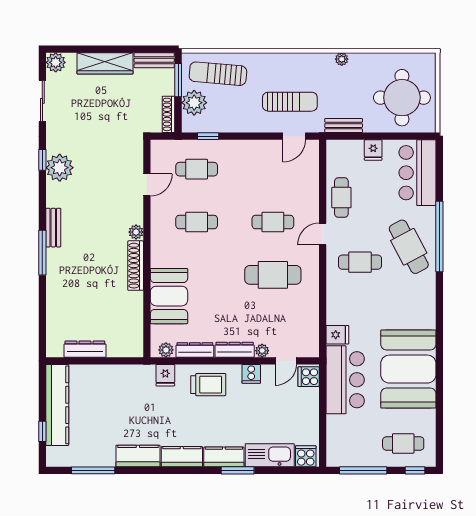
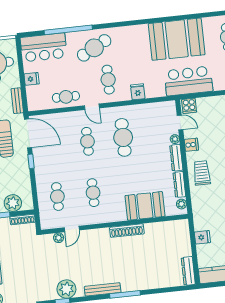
window: (208, 136) -> (31, 161), moved
door: (294, 136) -> (28, 133), width x1.87
door: (147, 185) -> (72, 229), swing flipped
bench: (53, 228) -> (103, 289), width x1.36
plant: (136, 232) -> (59, 238), moved
window: (439, 237) -> (68, 30), moved
fridge: (337, 335) -> (138, 92), moved
dresser: (85, 349) -> (188, 271), moved
fridge: (165, 375) -> (202, 237), moved

